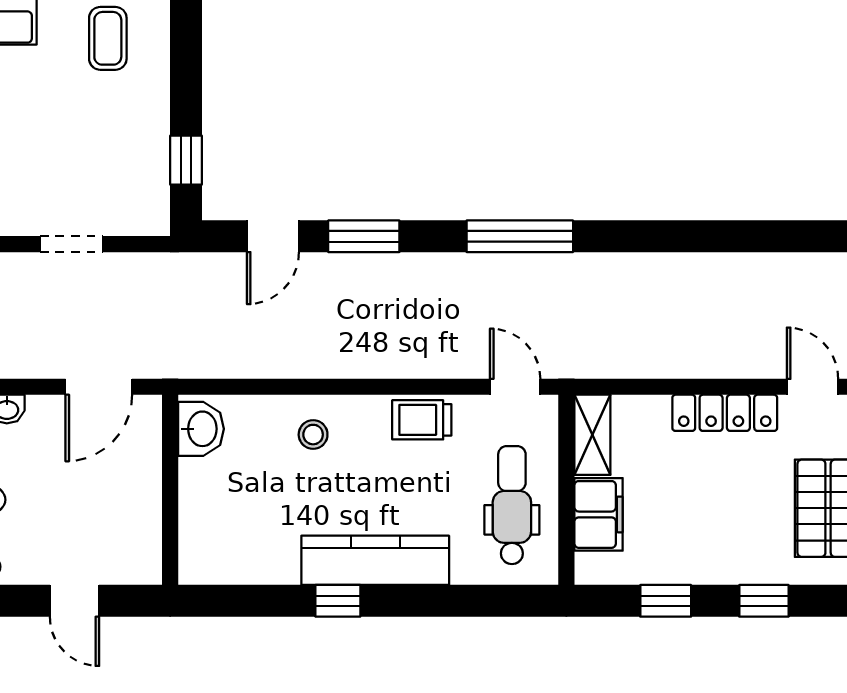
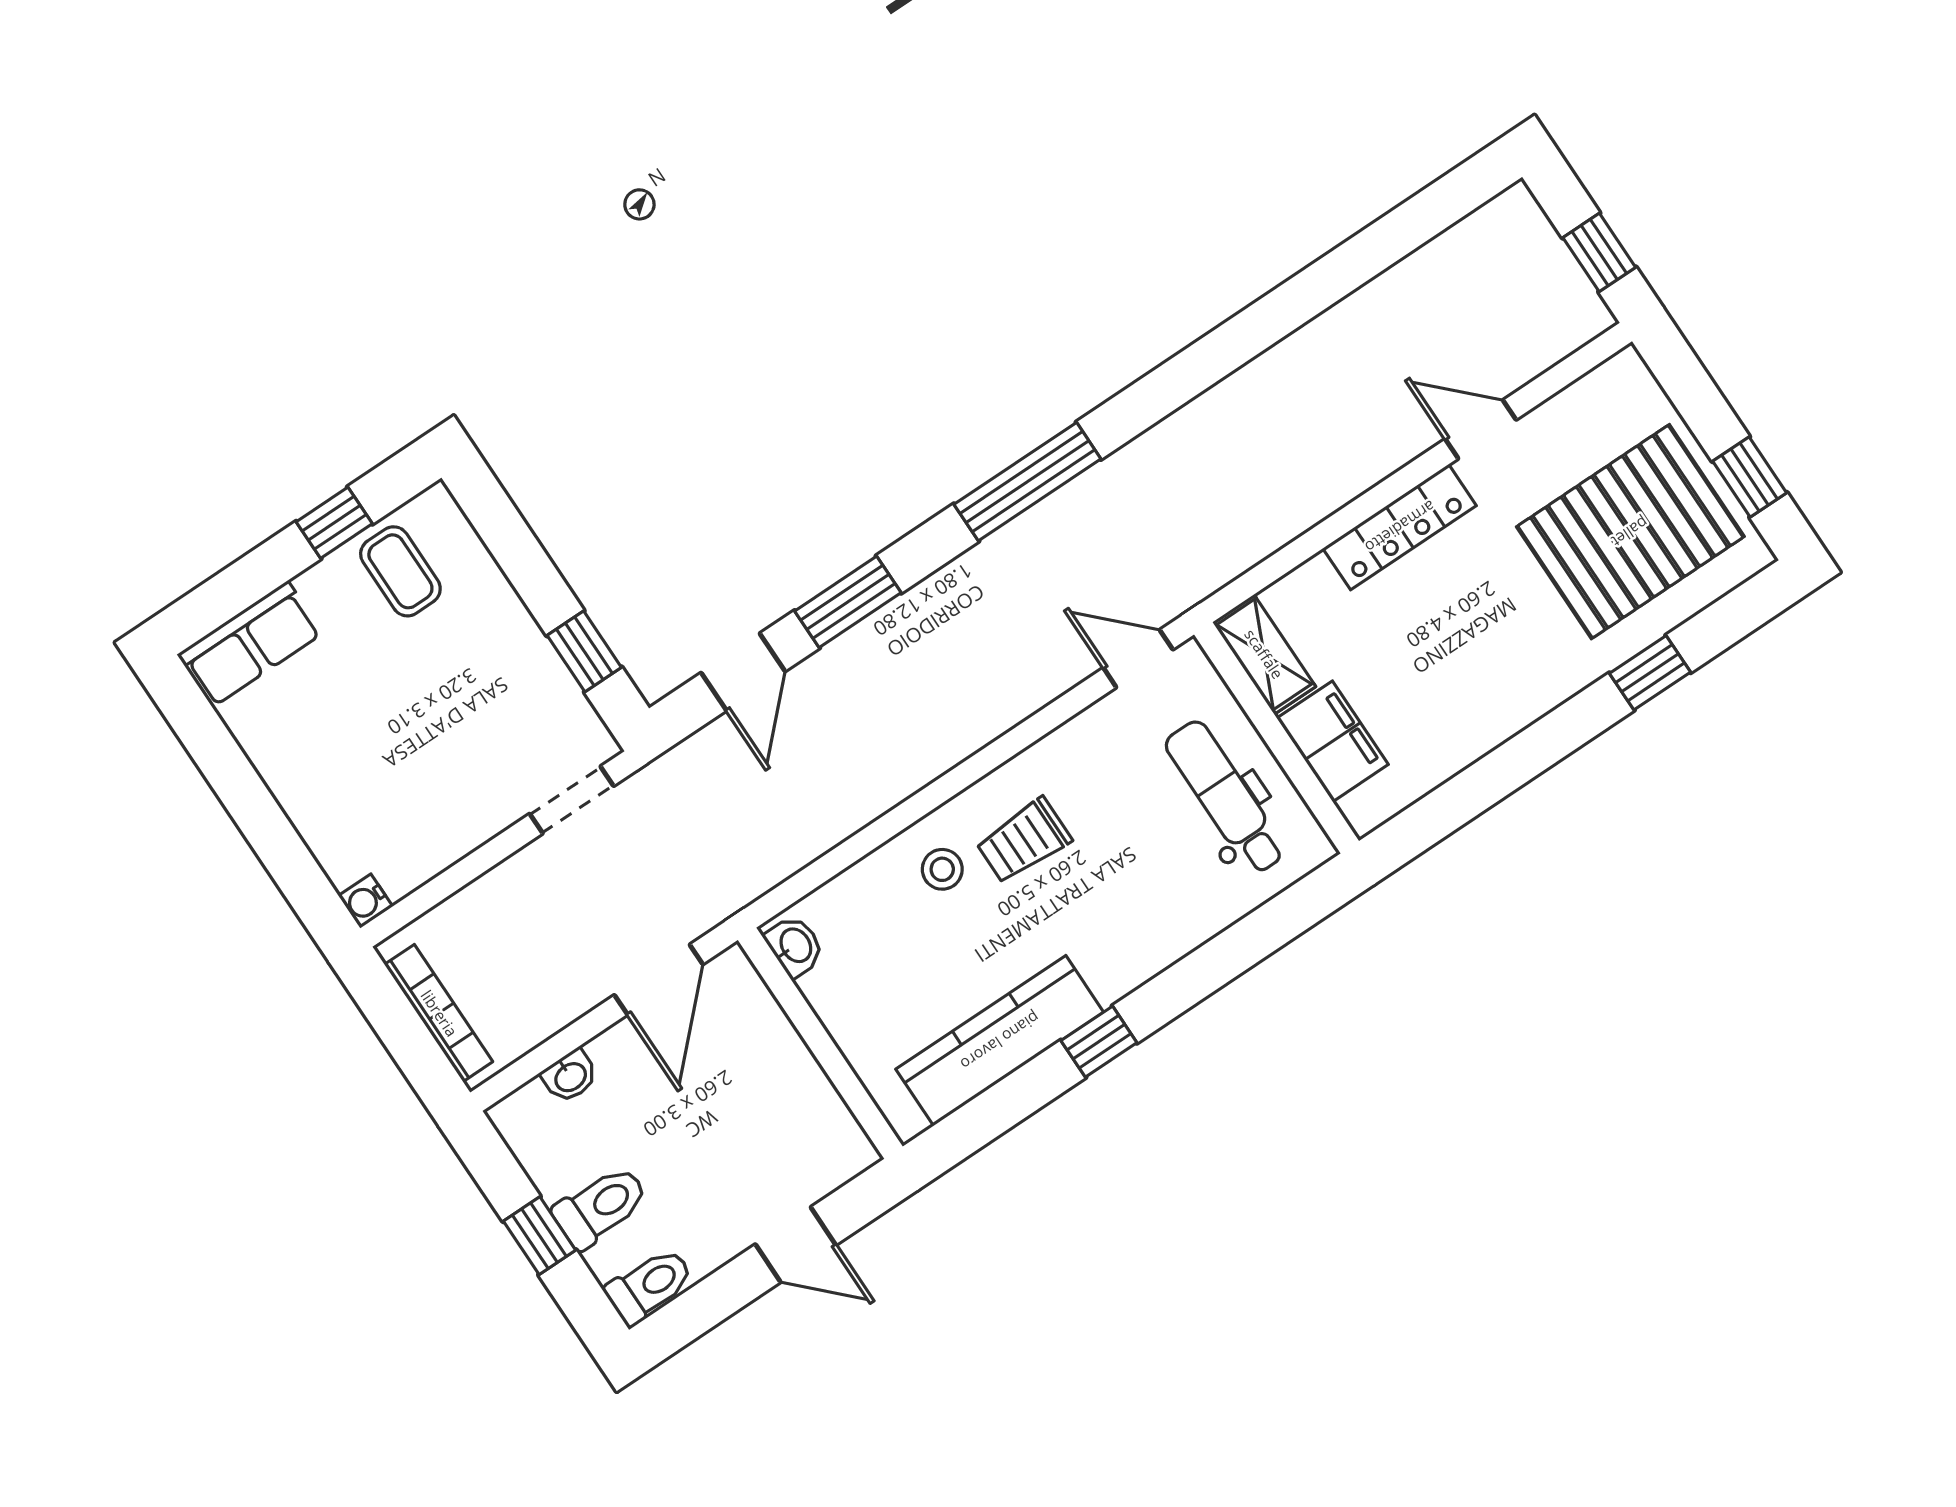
doorway: (71, 244) -> (572, 800), moved
trolley: (422, 420) -> (1024, 841), moved
washbasin: (201, 429) -> (795, 946), width x0.72, depth x0.69
kitchen counter: (375, 560) -> (1000, 1041), moved
window: (666, 601) -> (1476, 789), removed
window: (764, 601) -> (1650, 673), moved

